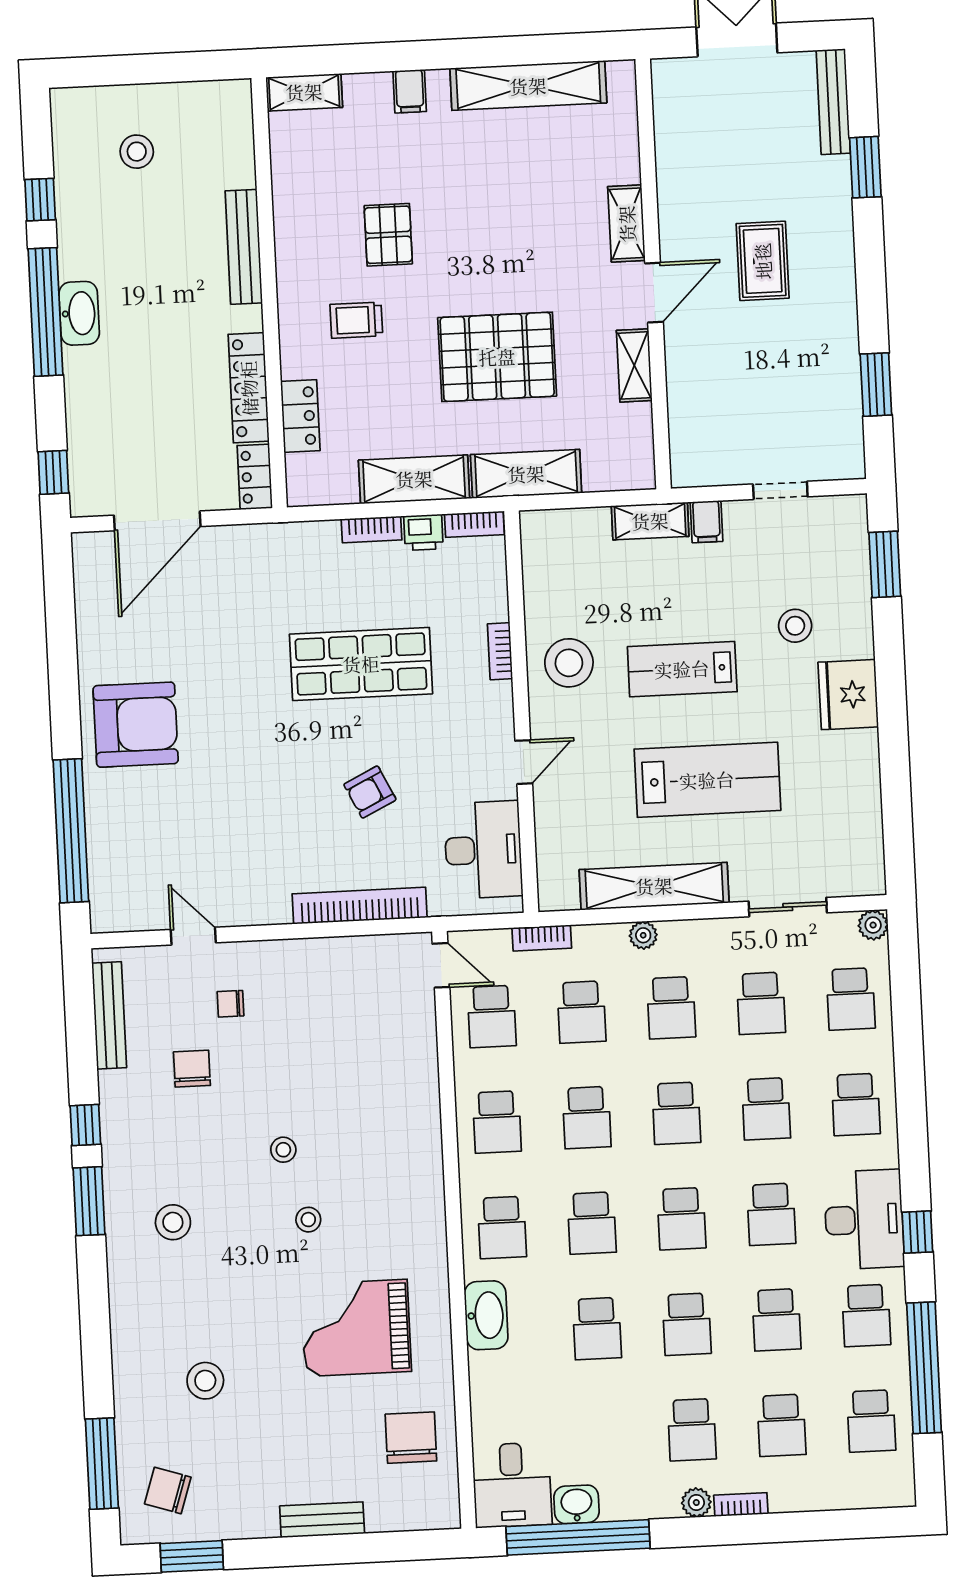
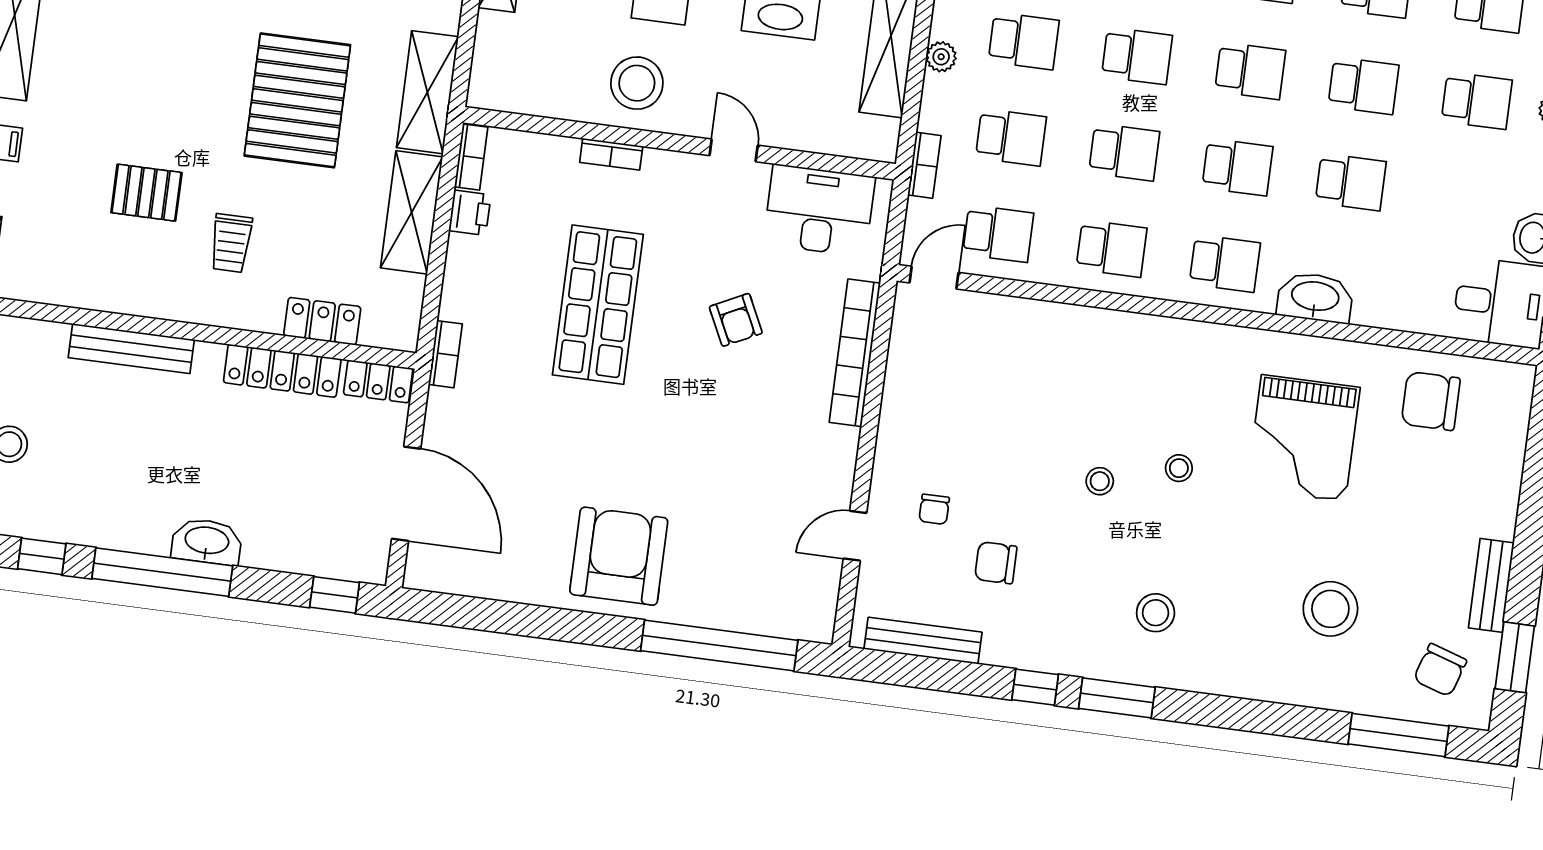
washbasin: (79, 313) -> (207, 542), moved
bookcase: (372, 529) -> (445, 354), moved
stool: (205, 1381) -> (1330, 609), width x1.38, depth x1.38
bench: (322, 1520) -> (1491, 585), moved

